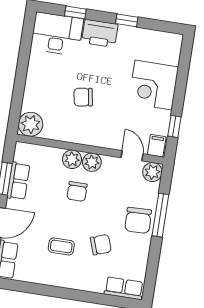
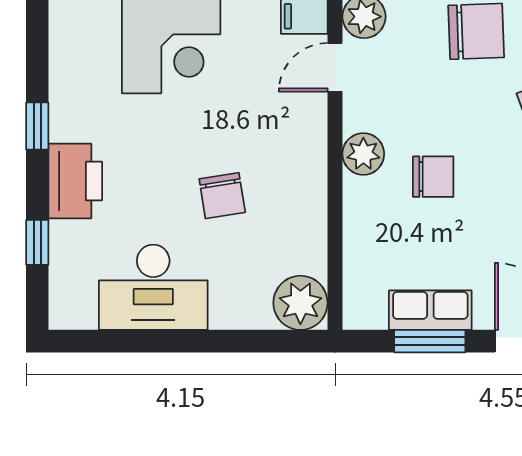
desk: (57, 34) -> (153, 287), moved, turned -90
plant: (72, 159) -> (364, 199), removed

